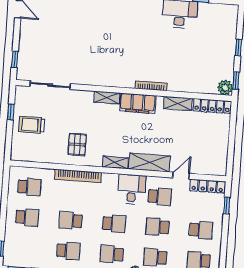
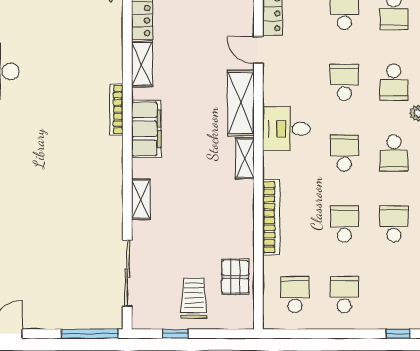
window: (15, 59) -> (90, 334), width x2.17
shelving: (107, 98) -> (141, 199), moved
trolley: (32, 125) -> (194, 298), turned 180
pallet: (77, 145) -> (235, 277), moved, turned 90
school desk: (160, 196) -> (295, 82), removed
school desk: (71, 220) -> (344, 224), turned 180
school desk: (157, 227) -> (344, 82), turned 180

